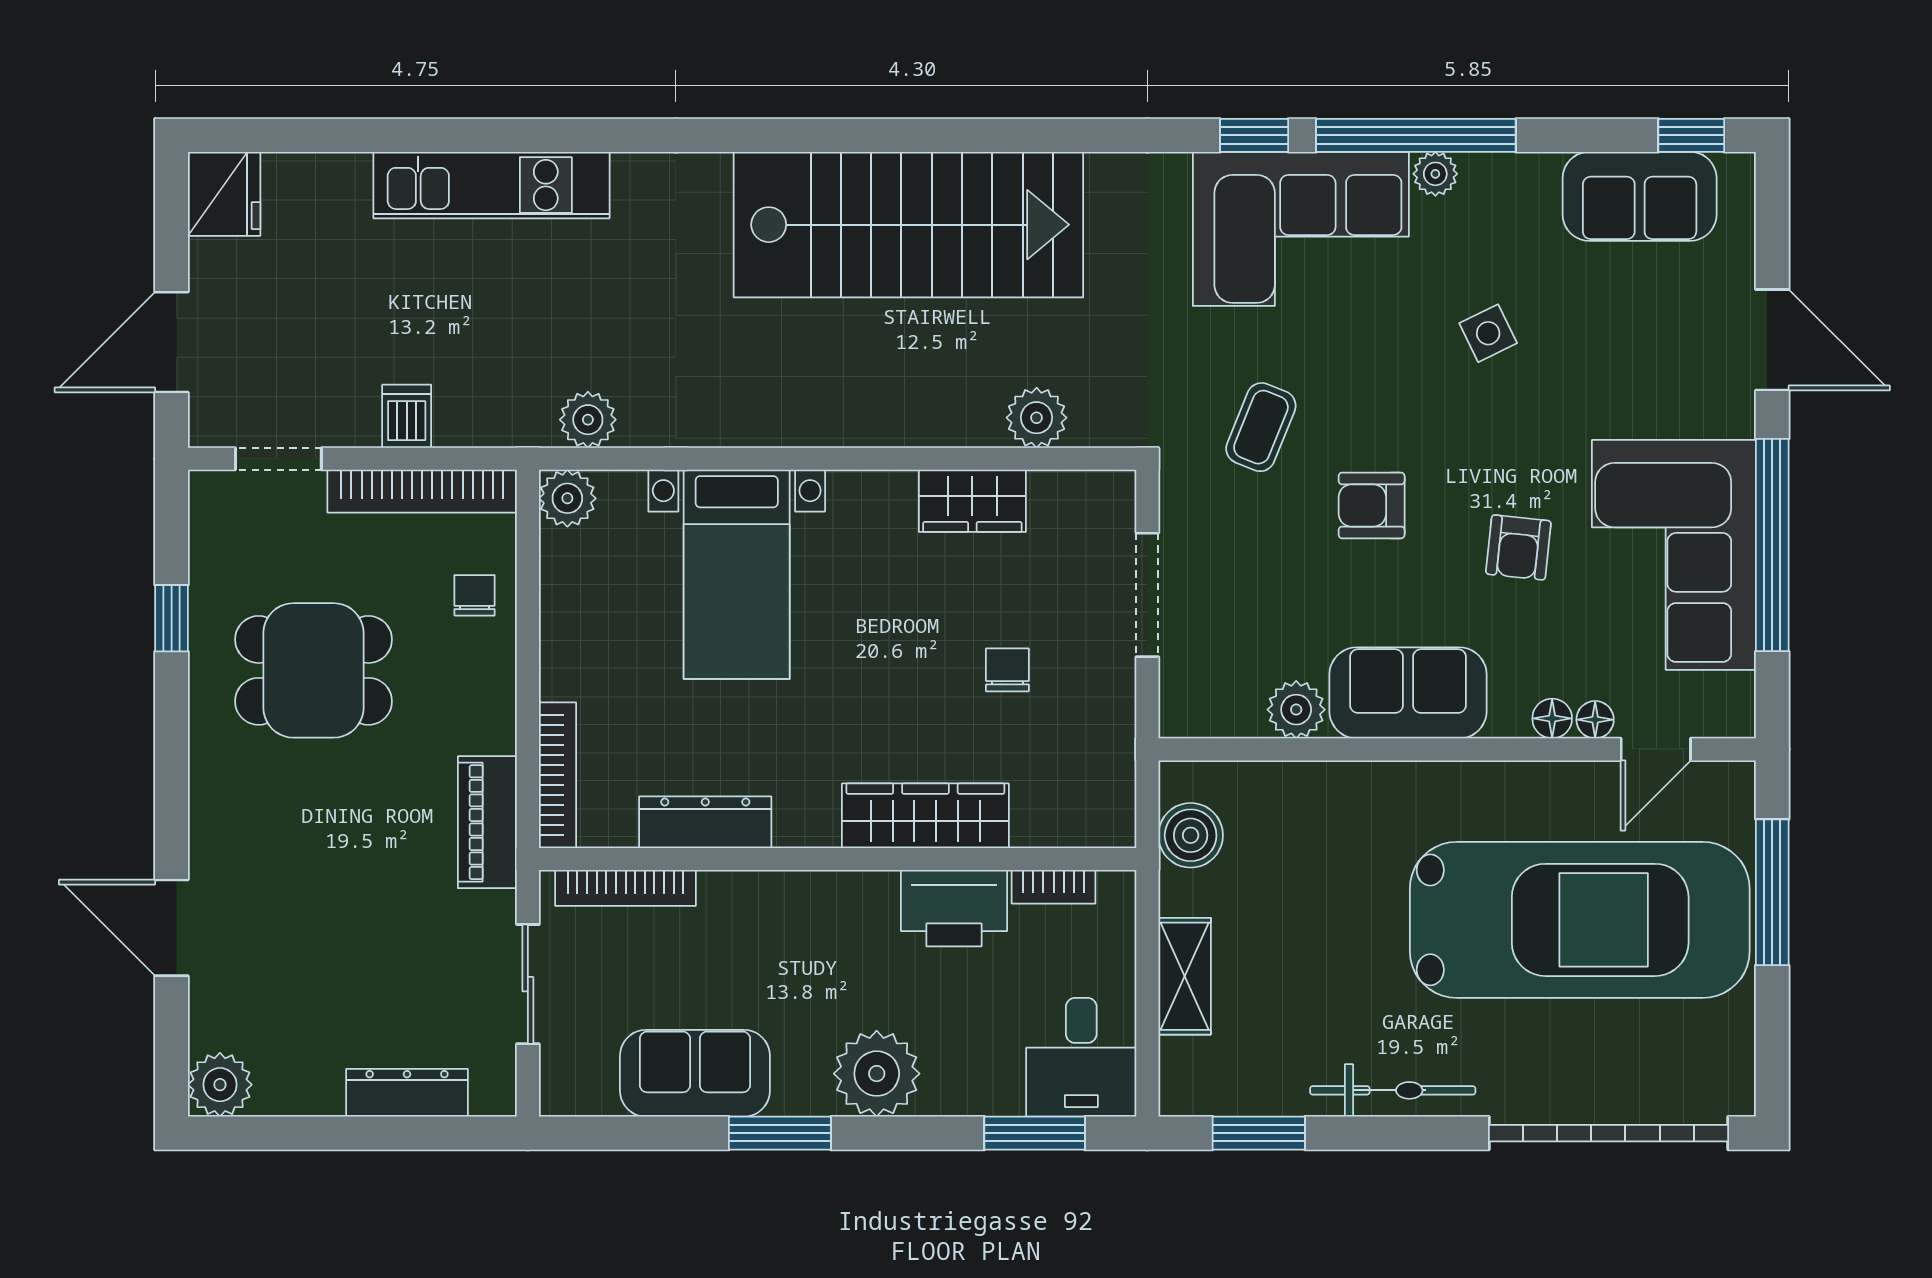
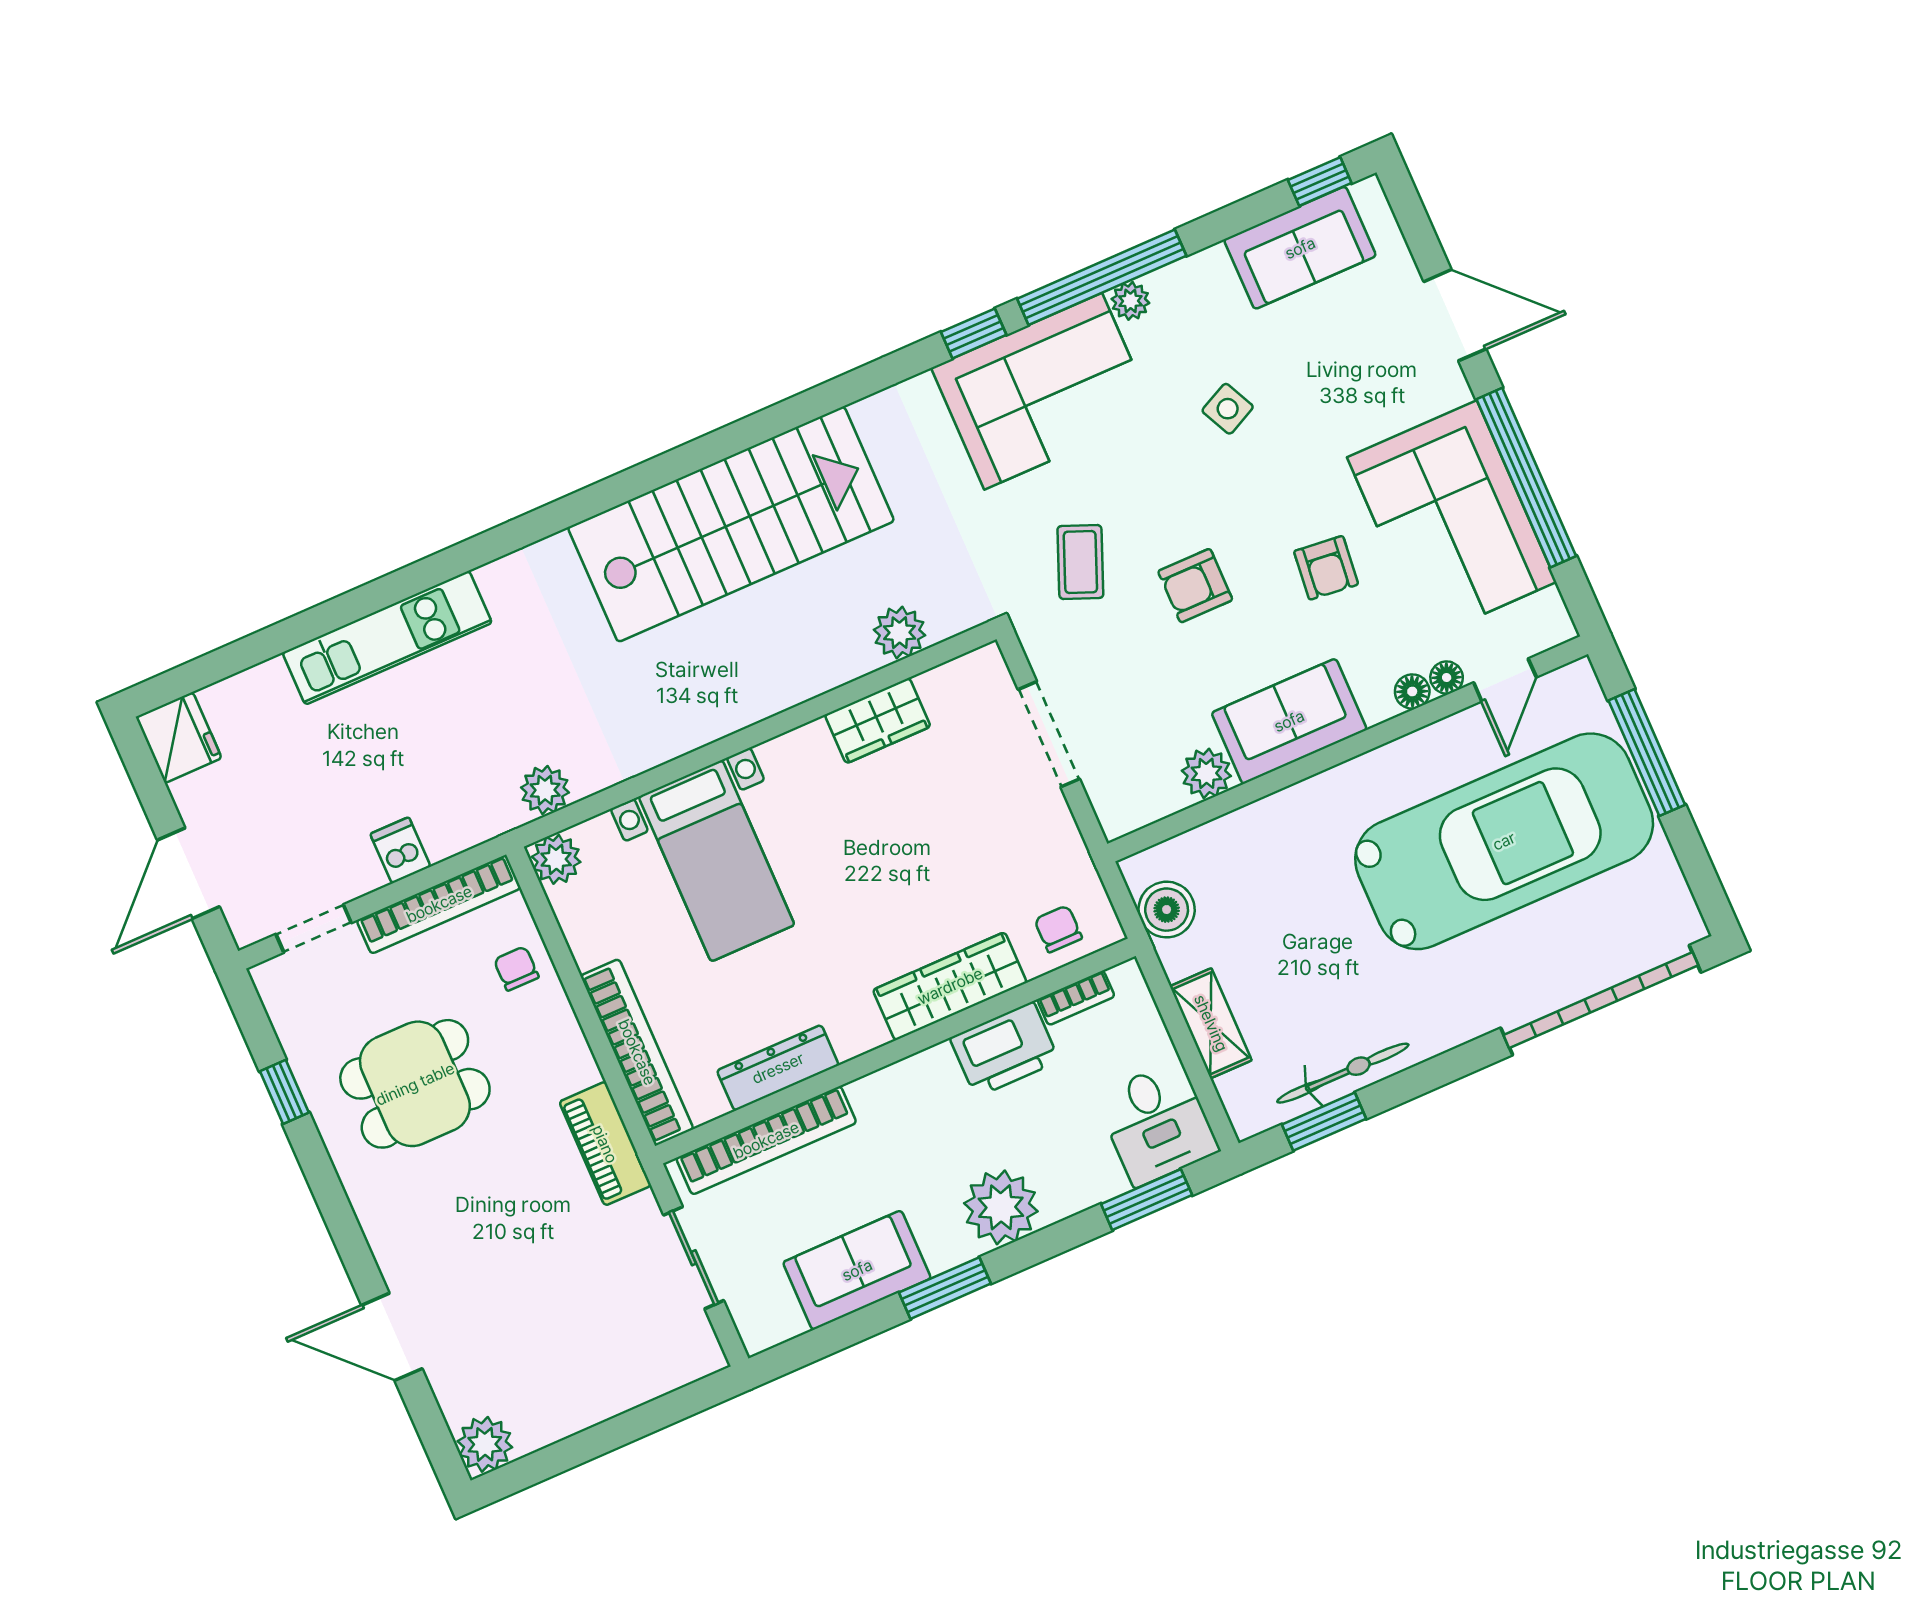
chair: (1007, 670) -> (1058, 929), moved
bookcase: (557, 775) -> (637, 1052), width x1.48, depth x1.31
bookcase: (626, 888) -> (766, 1140), width x1.48, depth x1.31
bicycle: (1393, 1090) -> (1343, 1073), moved
dresser: (407, 1093) -> (636, 1386), removed

